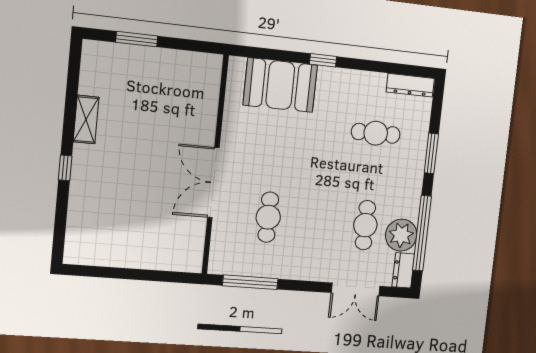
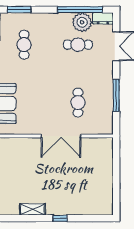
window: (431, 153) -> (19, 10), moved
cafe table: (268, 217) -> (78, 103), turned 90
window: (250, 282) -> (116, 95), moved

